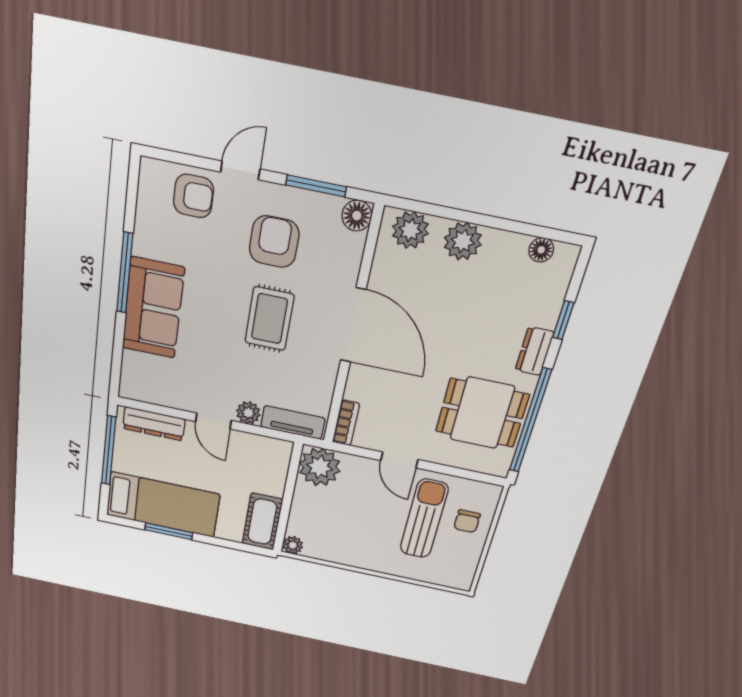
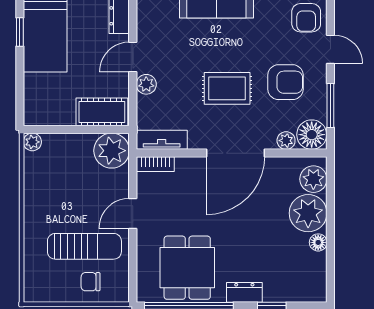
floor lamp: (357, 216) -> (312, 135), width x1.38, depth x1.38
plant: (463, 241) -> (308, 213), width x1.36, depth x1.36
floor lamp: (541, 250) -> (318, 242), moved
plant: (351, 257) -> (286, 141), added
tv unit: (293, 422) -> (162, 140), moved, turned -90
cot: (262, 522) -> (102, 112), moved
window: (169, 531) -> (20, 32), width x0.67

